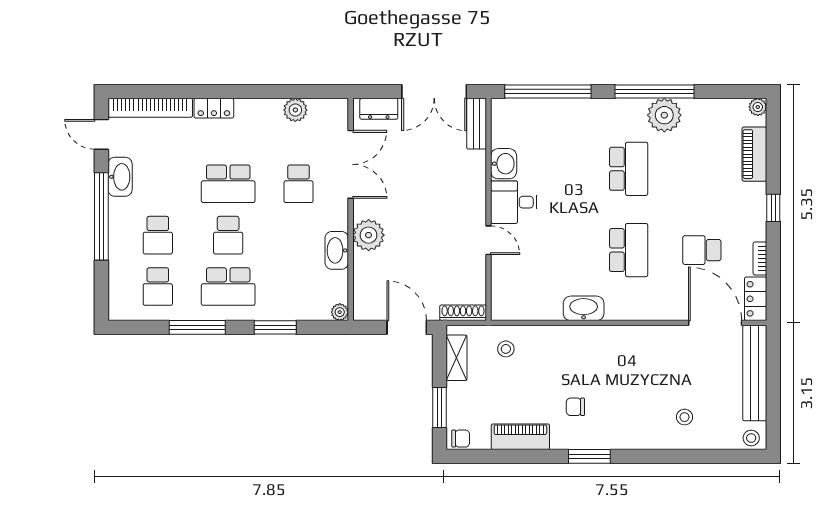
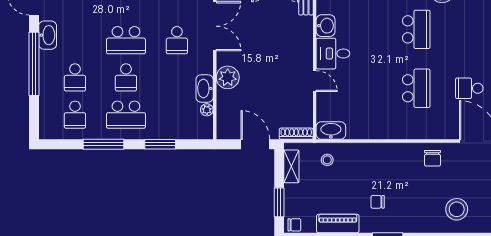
washbasin: (584, 308) -> (331, 130), moved
plant: (340, 312) -> (207, 110), moved
chair: (651, 347) -> (432, 158), added
stool: (685, 417) -> (457, 209), width x1.89, depth x1.89

